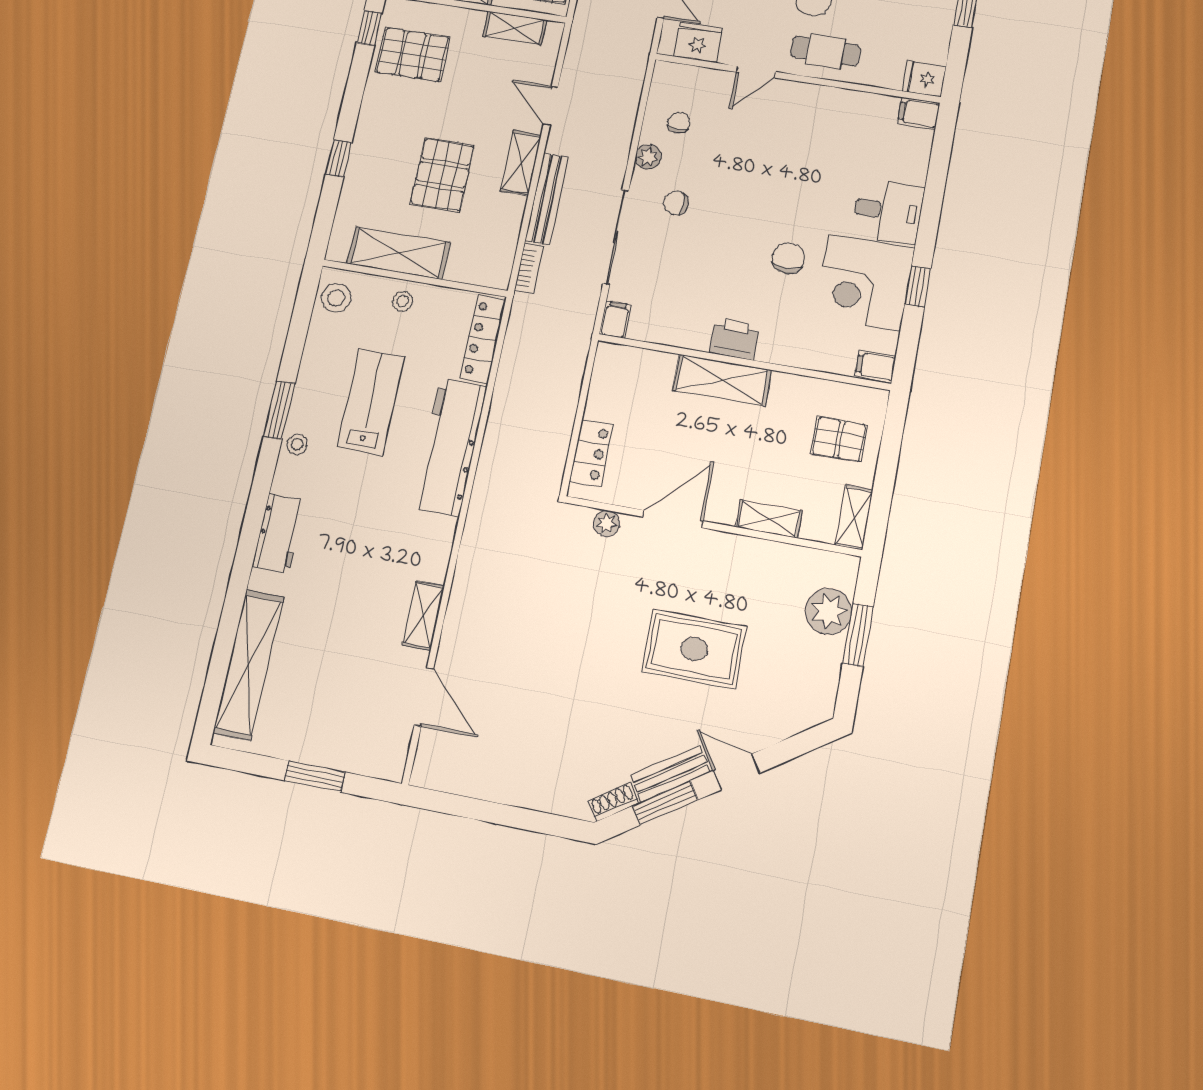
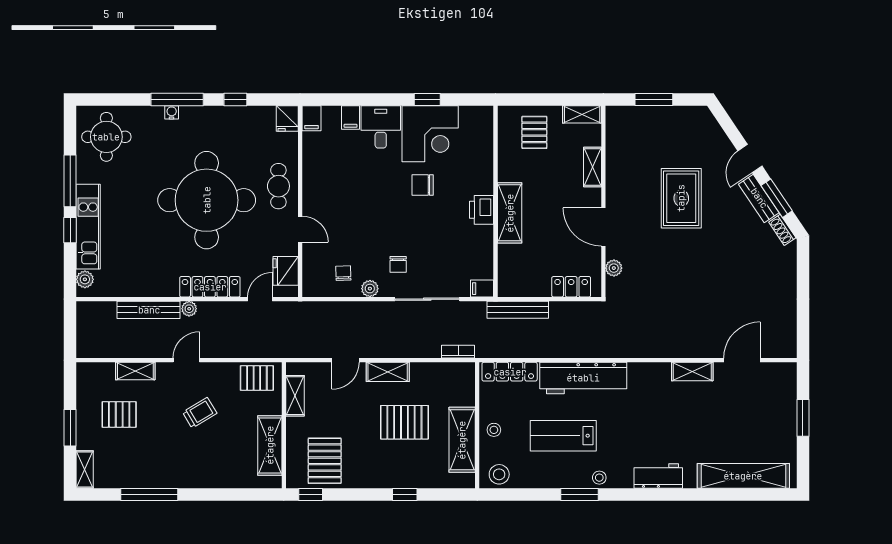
chair: (679, 123) -> (343, 273), turned 88
bench: (547, 199) -> (518, 310), moved
filing cabinet: (876, 366) -> (351, 118), moved
plant: (829, 611) -> (643, 120), removed

